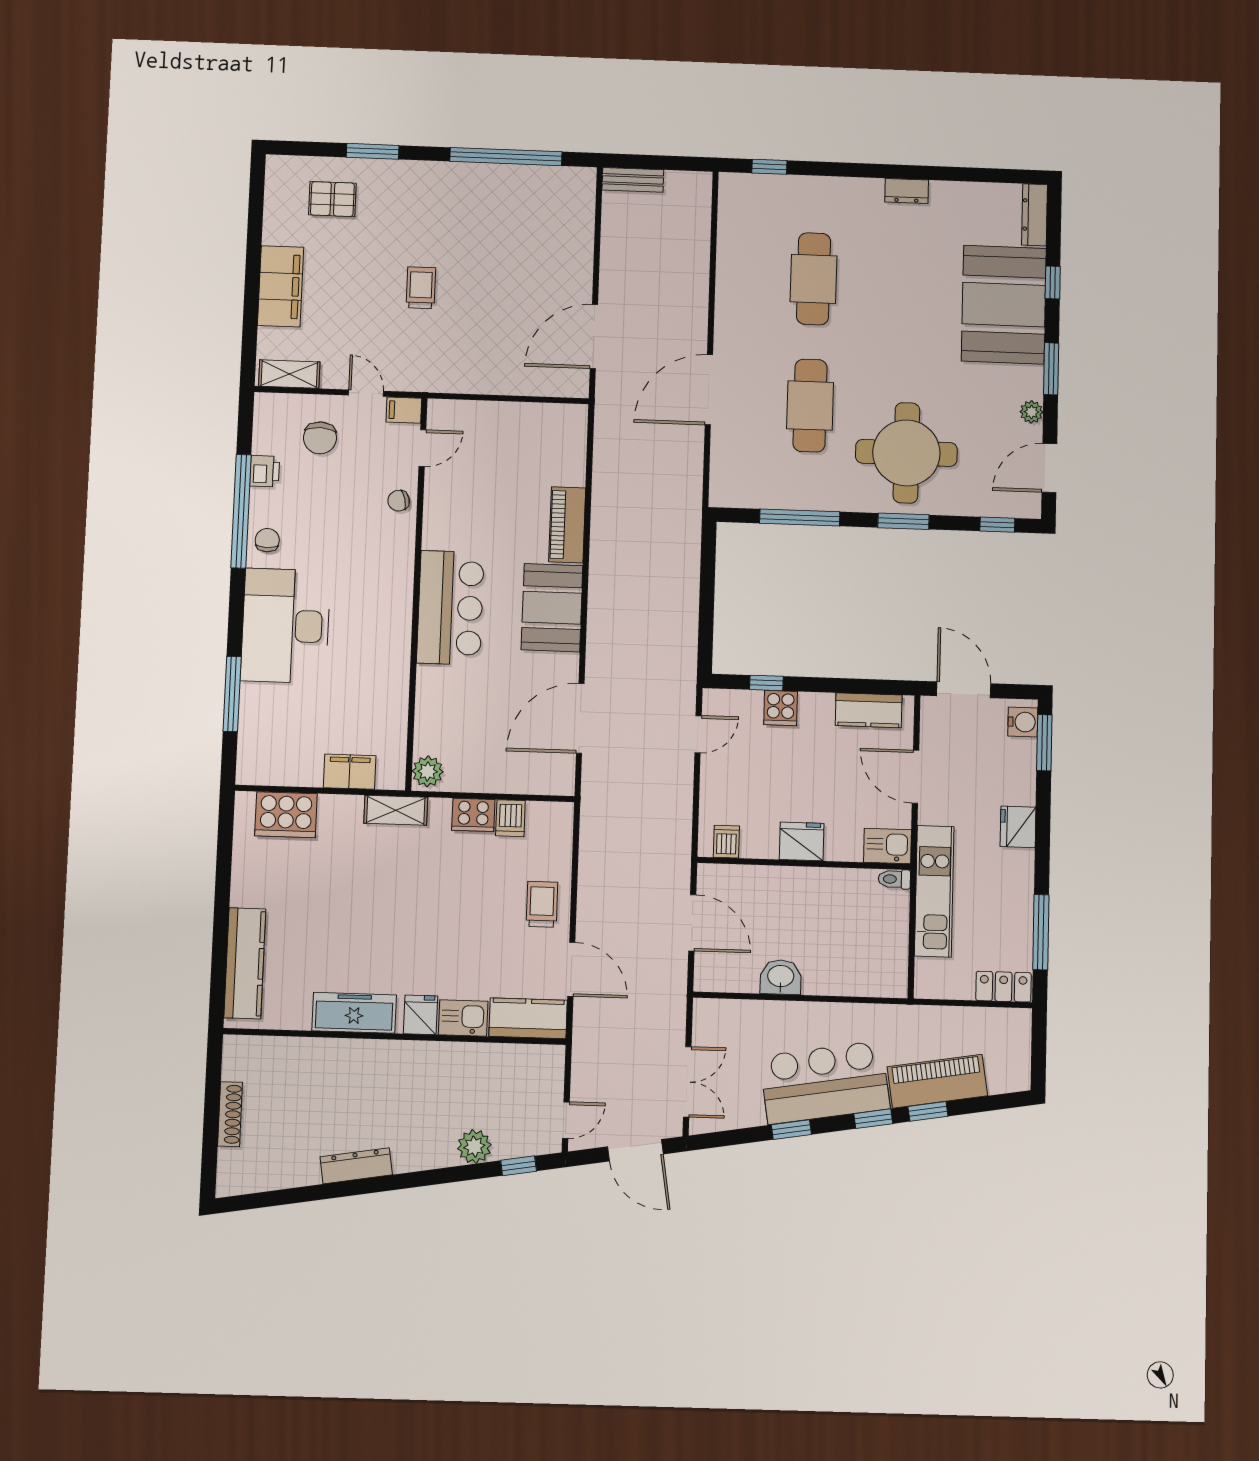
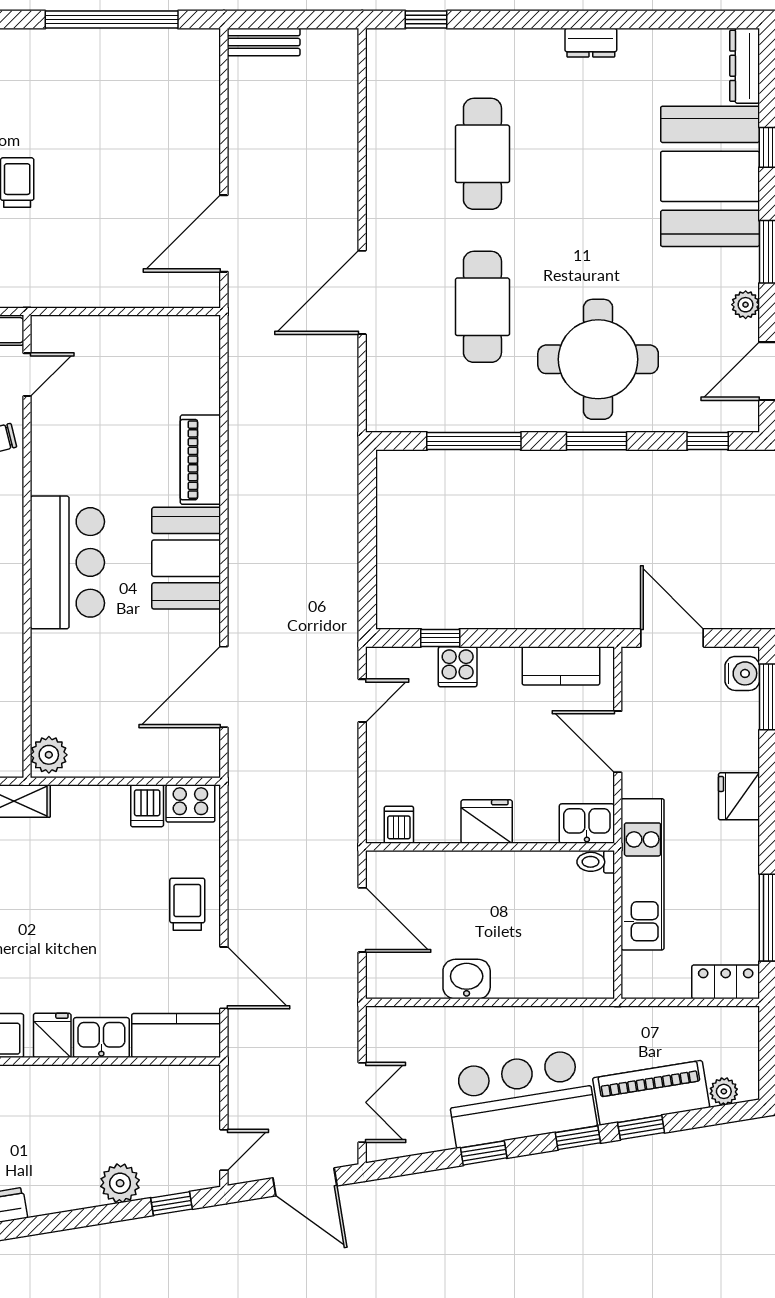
cooker: (473, 815) -> (190, 803), moved
plant: (1000, 1082) -> (724, 1091), added

